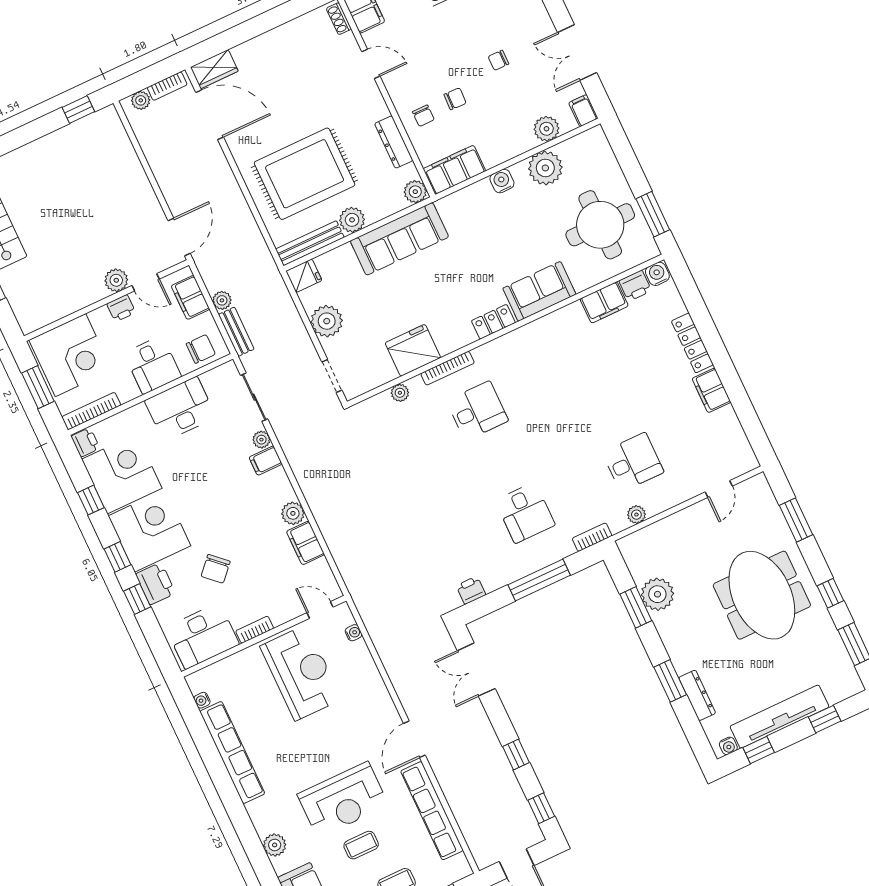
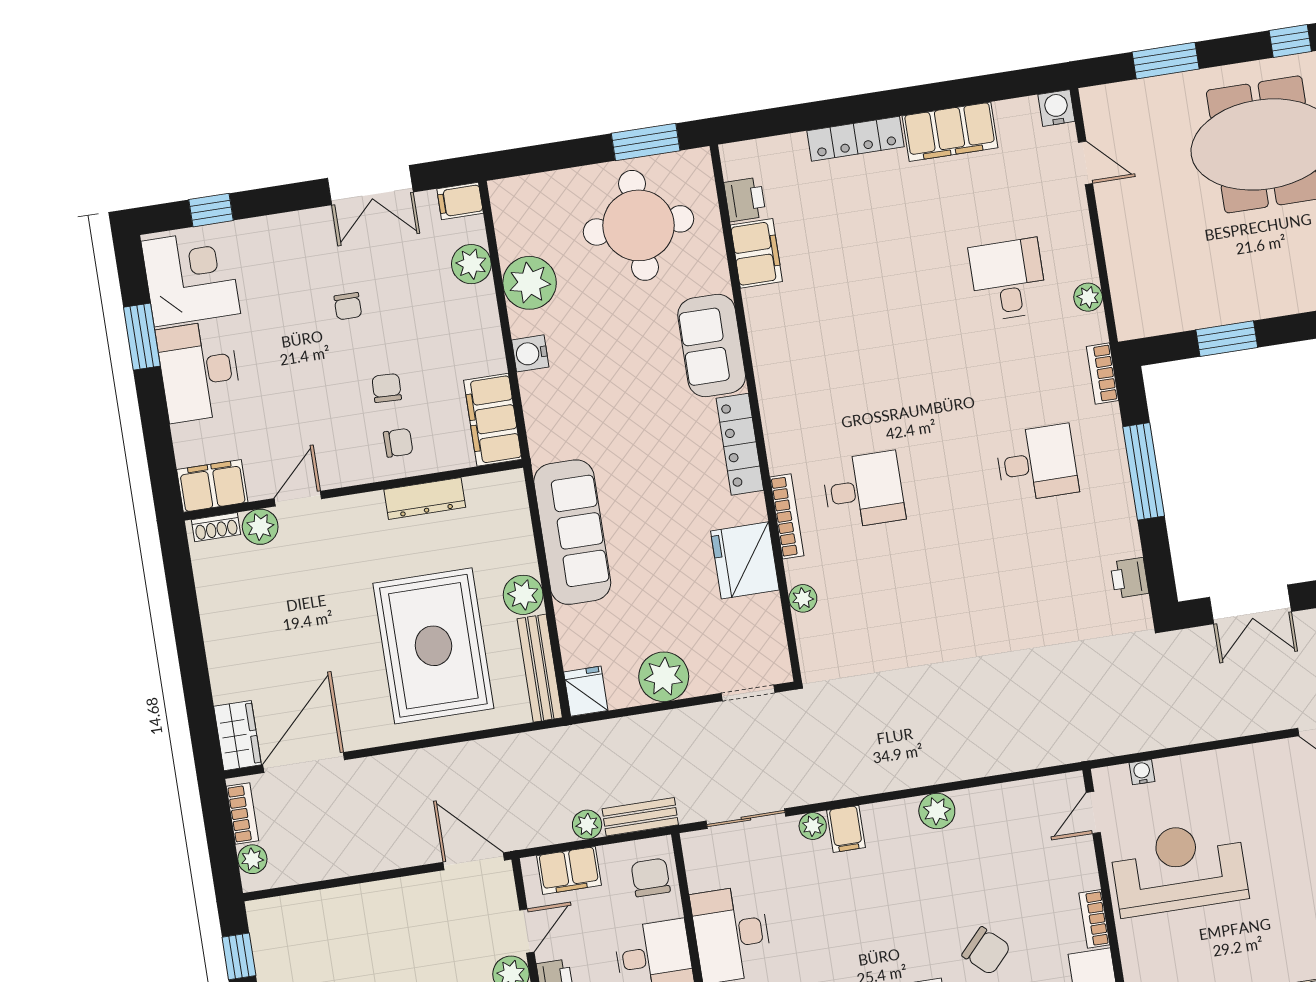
plant: (415, 192) -> (260, 527), moved
water cooler: (657, 274) -> (1056, 108), moved, turned 90
locker: (493, 322) -> (740, 444), width x1.53
filing cabinet: (711, 390) -> (950, 132), width x1.50, depth x1.17
desk: (477, 411) -> (863, 490), turned 90
filing cabinet: (306, 543) -> (987, 805), removed
plant: (657, 594) -> (1216, 300), removed

